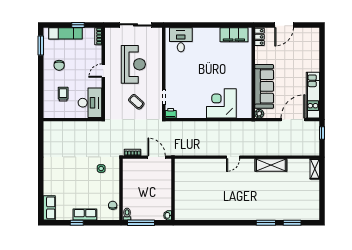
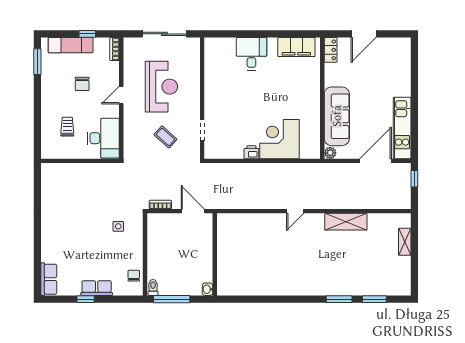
desk: (181, 40) -> (251, 54), moved
chair: (59, 65) -> (82, 84), moved
printer: (171, 113) -> (251, 152), moved
shelving: (315, 169) -> (405, 242), moved

